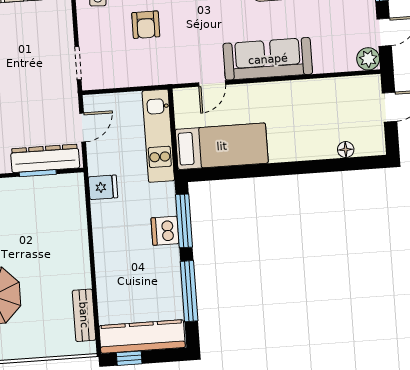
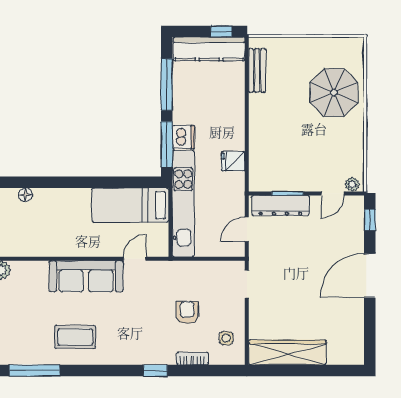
kitchen unit: (158, 136) -> (183, 204), width x1.36
fridge: (103, 187) -> (233, 161), moved

